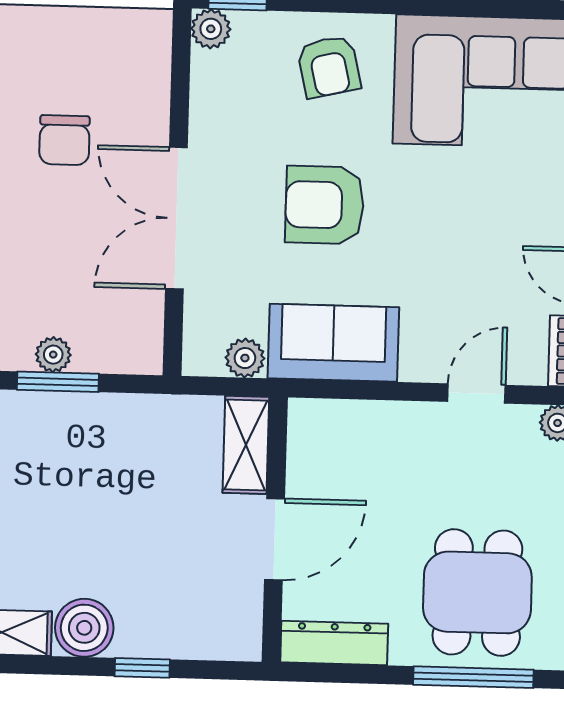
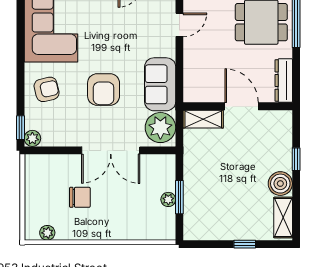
plant: (245, 358) -> (160, 128), width x1.88, depth x1.88
door: (476, 393) -> (179, 25), swing flipped

